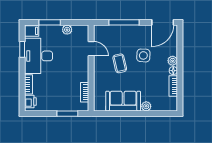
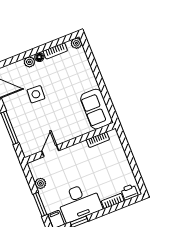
coffee table: (120, 63) -> (54, 115), removed
sofa: (123, 101) -> (96, 109), moved
plant: (146, 106) -> (76, 43), moved
window: (67, 114) -> (127, 149), removed

